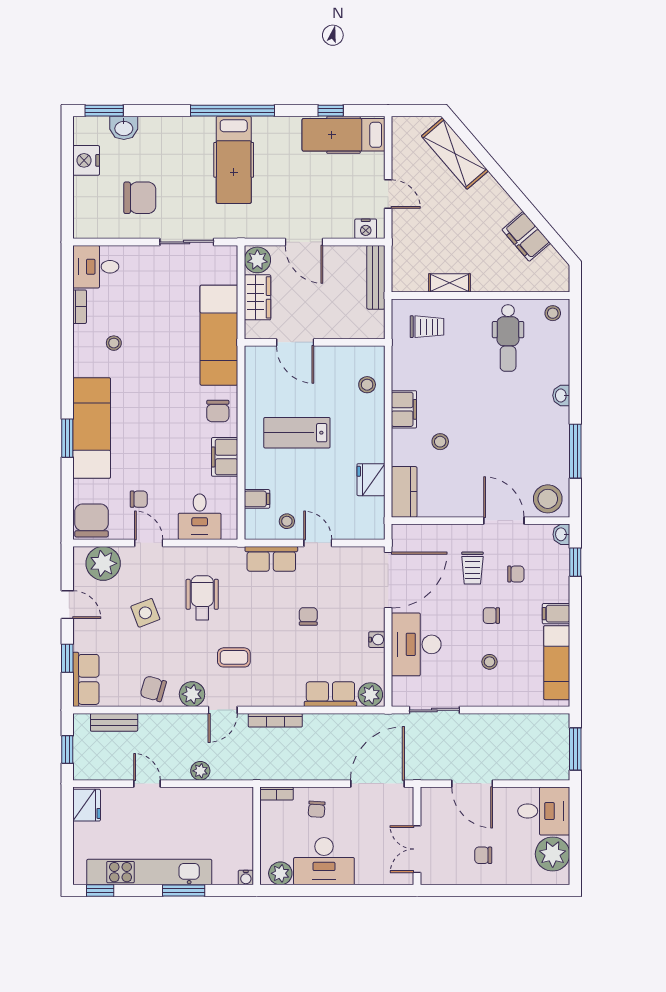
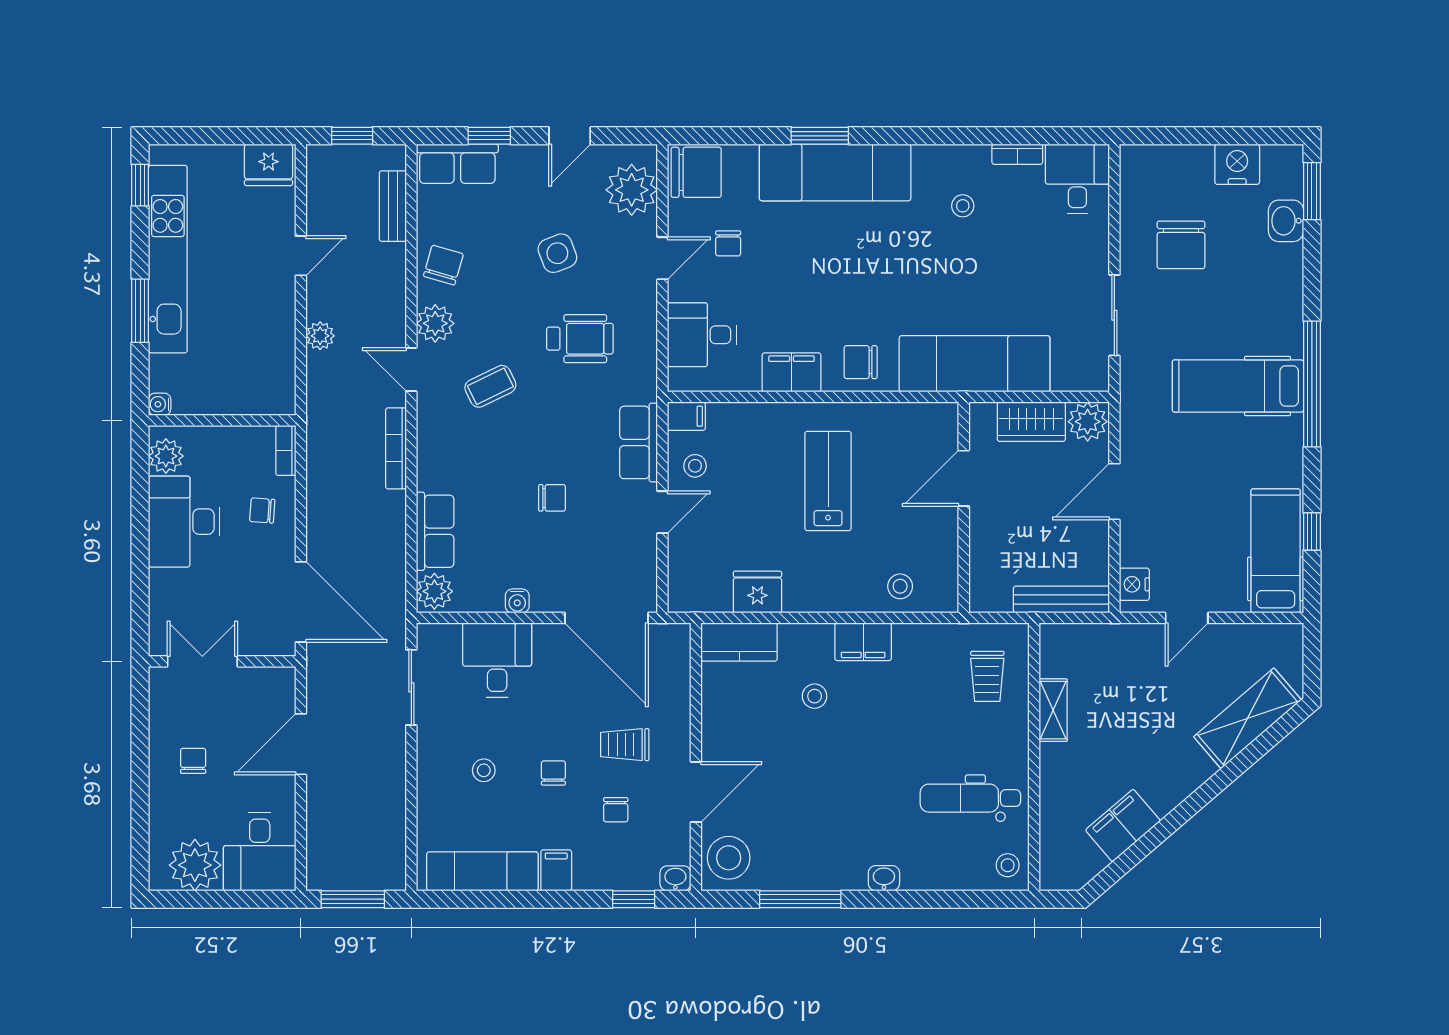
filing cabinet: (257, 499) -> (686, 416), moved, turned -90
desk: (416, 644) -> (497, 660), width x0.73
coffee table: (234, 657) -> (490, 386), turned 64

